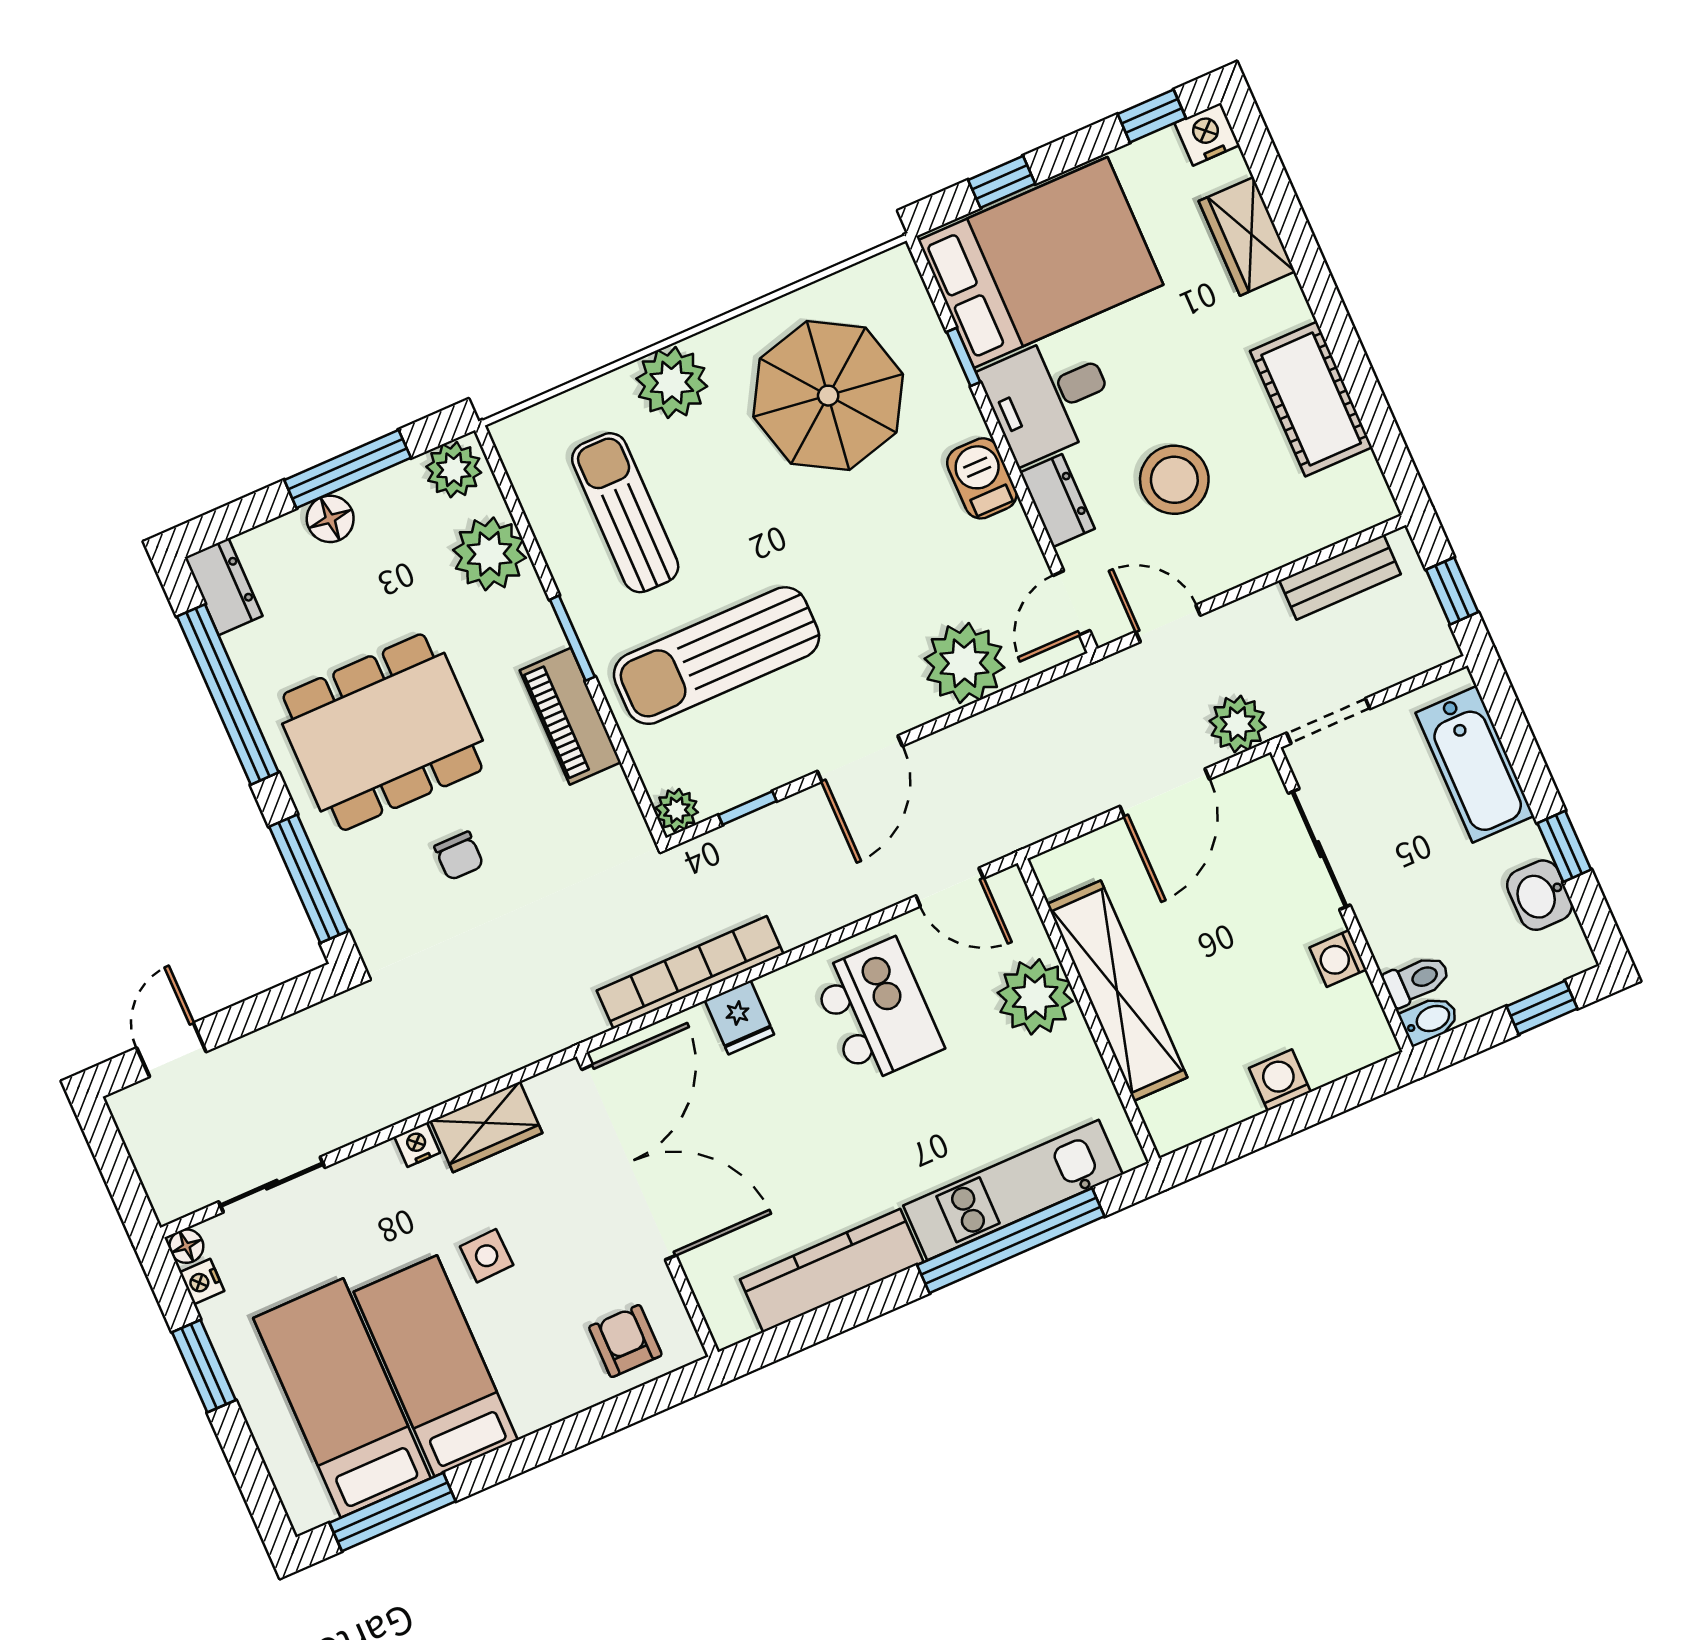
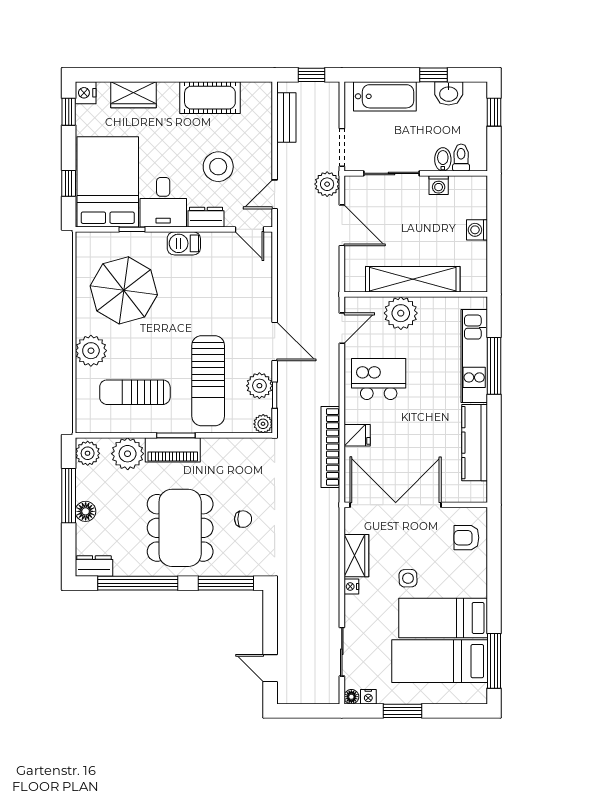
plant: (964, 663) -> (259, 386), moved, width x0.73, depth x0.73
piano: (570, 716) -> (173, 450), moved
bidet: (1429, 1020) -> (443, 159), moved
window: (1011, 1241) -> (494, 366), width x0.68

